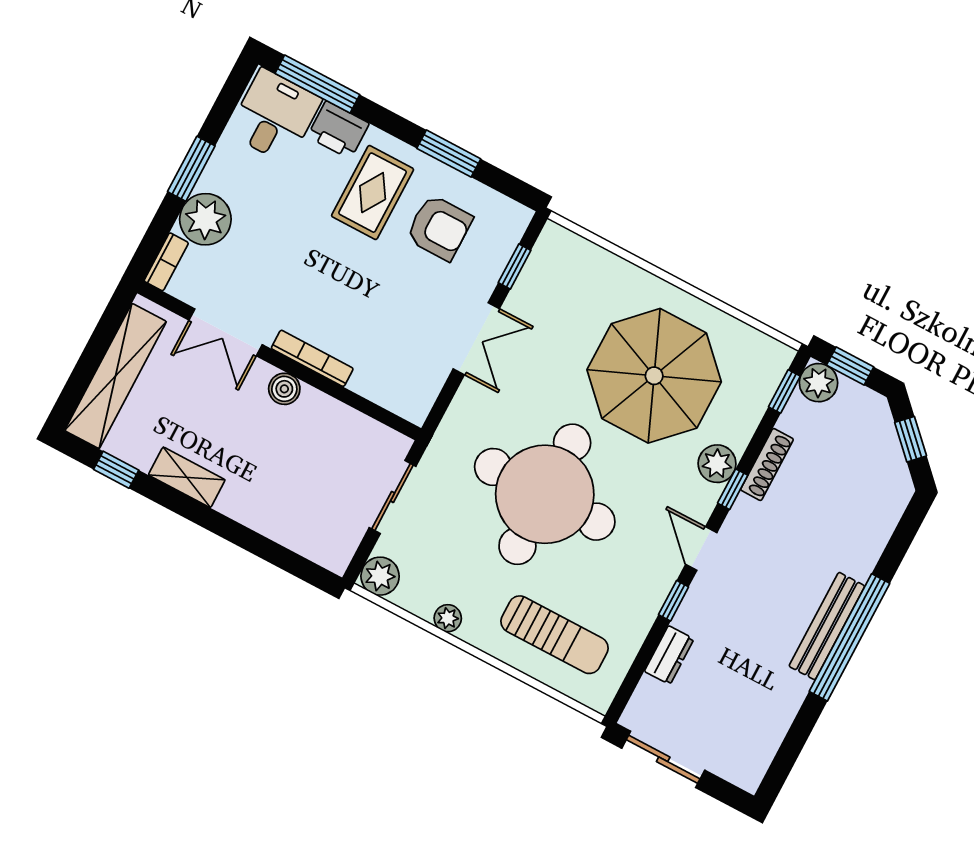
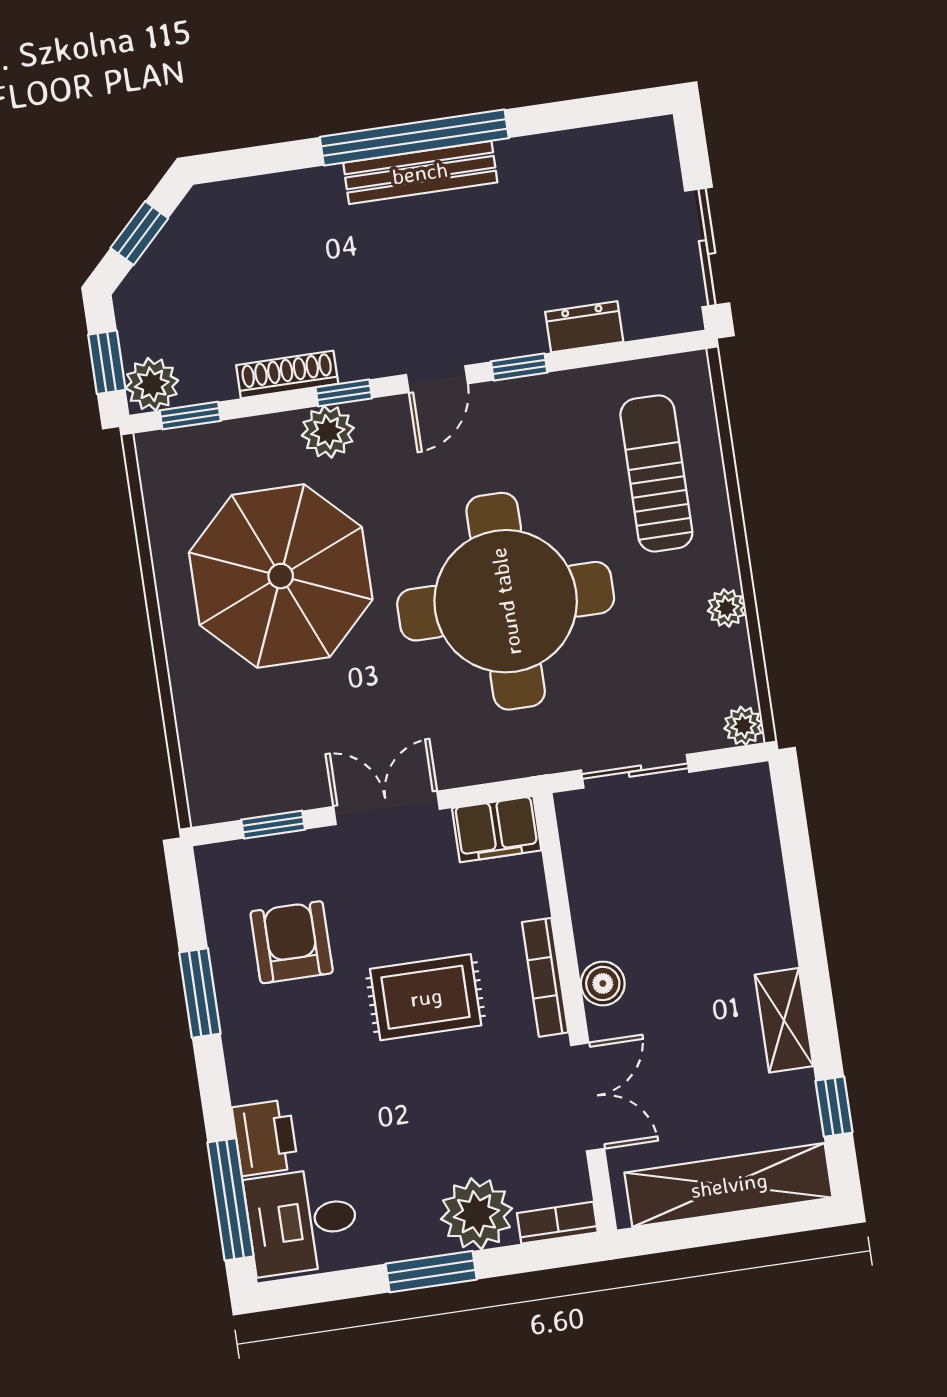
rug: (373, 193) -> (426, 997), moved
filing cabinet: (418, 393) -> (497, 829), added
plant: (380, 576) -> (743, 726), width x0.73, depth x0.73

